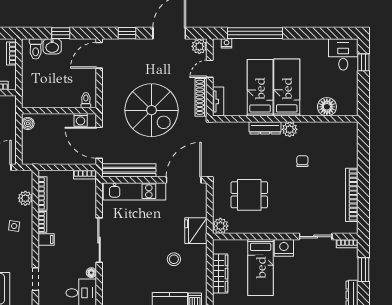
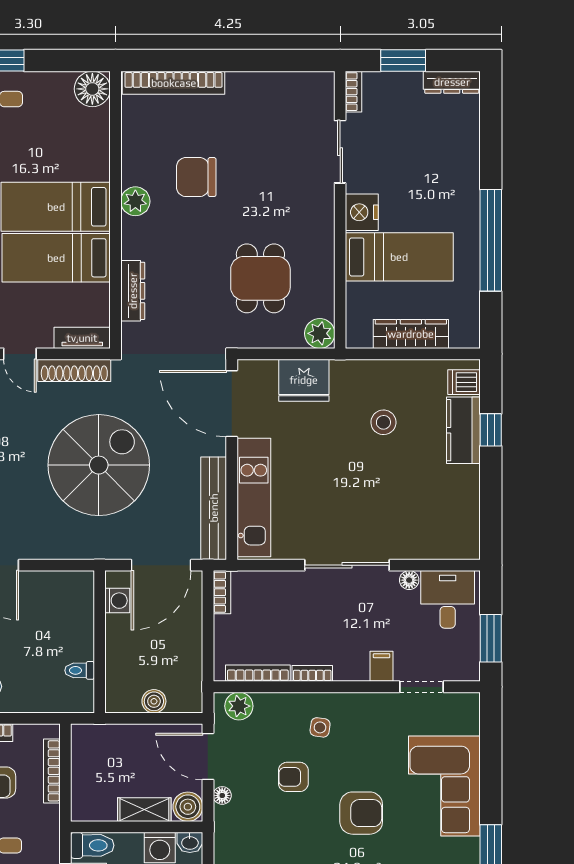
toilet: (86, 100) -> (80, 670), moved
floor lamp: (327, 107) -> (92, 89), moved
boiler: (28, 123) -> (154, 701), moved
dresser: (265, 128) -> (133, 291), moved
chair: (302, 161) -> (196, 177), width x1.87, depth x1.87
bookcase: (352, 195) -> (174, 83), moved
plant: (25, 198) -> (239, 706), moved
fridge: (196, 231) -> (304, 380), moved
filing cabinet: (46, 239) -> (382, 666), moved

